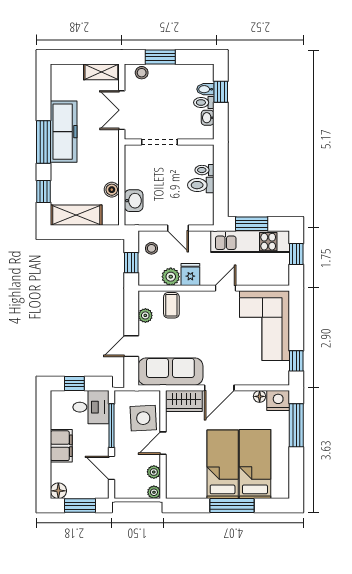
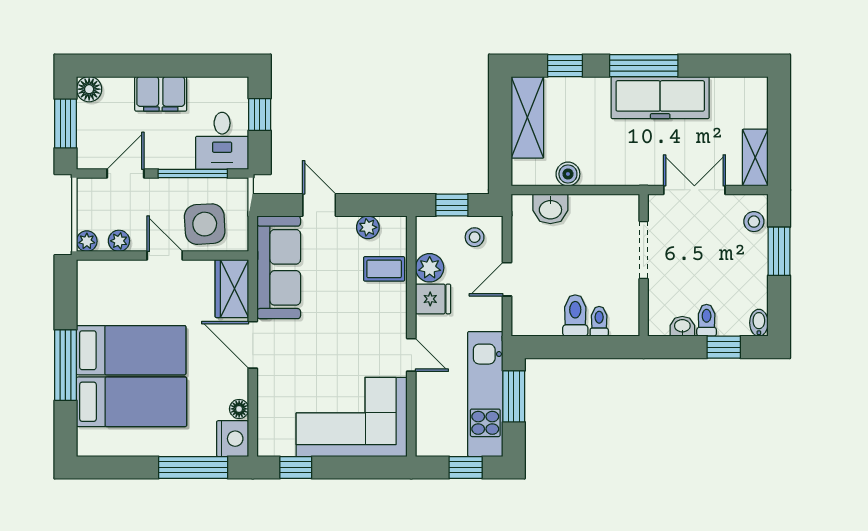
bidet: (205, 89) -> (759, 323), moved

